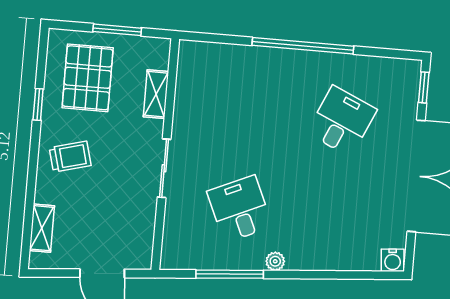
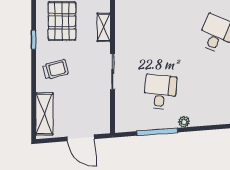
desk: (240, 209) -> (160, 92), turned 30
shelving: (42, 228) -> (44, 114), width x1.50, depth x1.33

